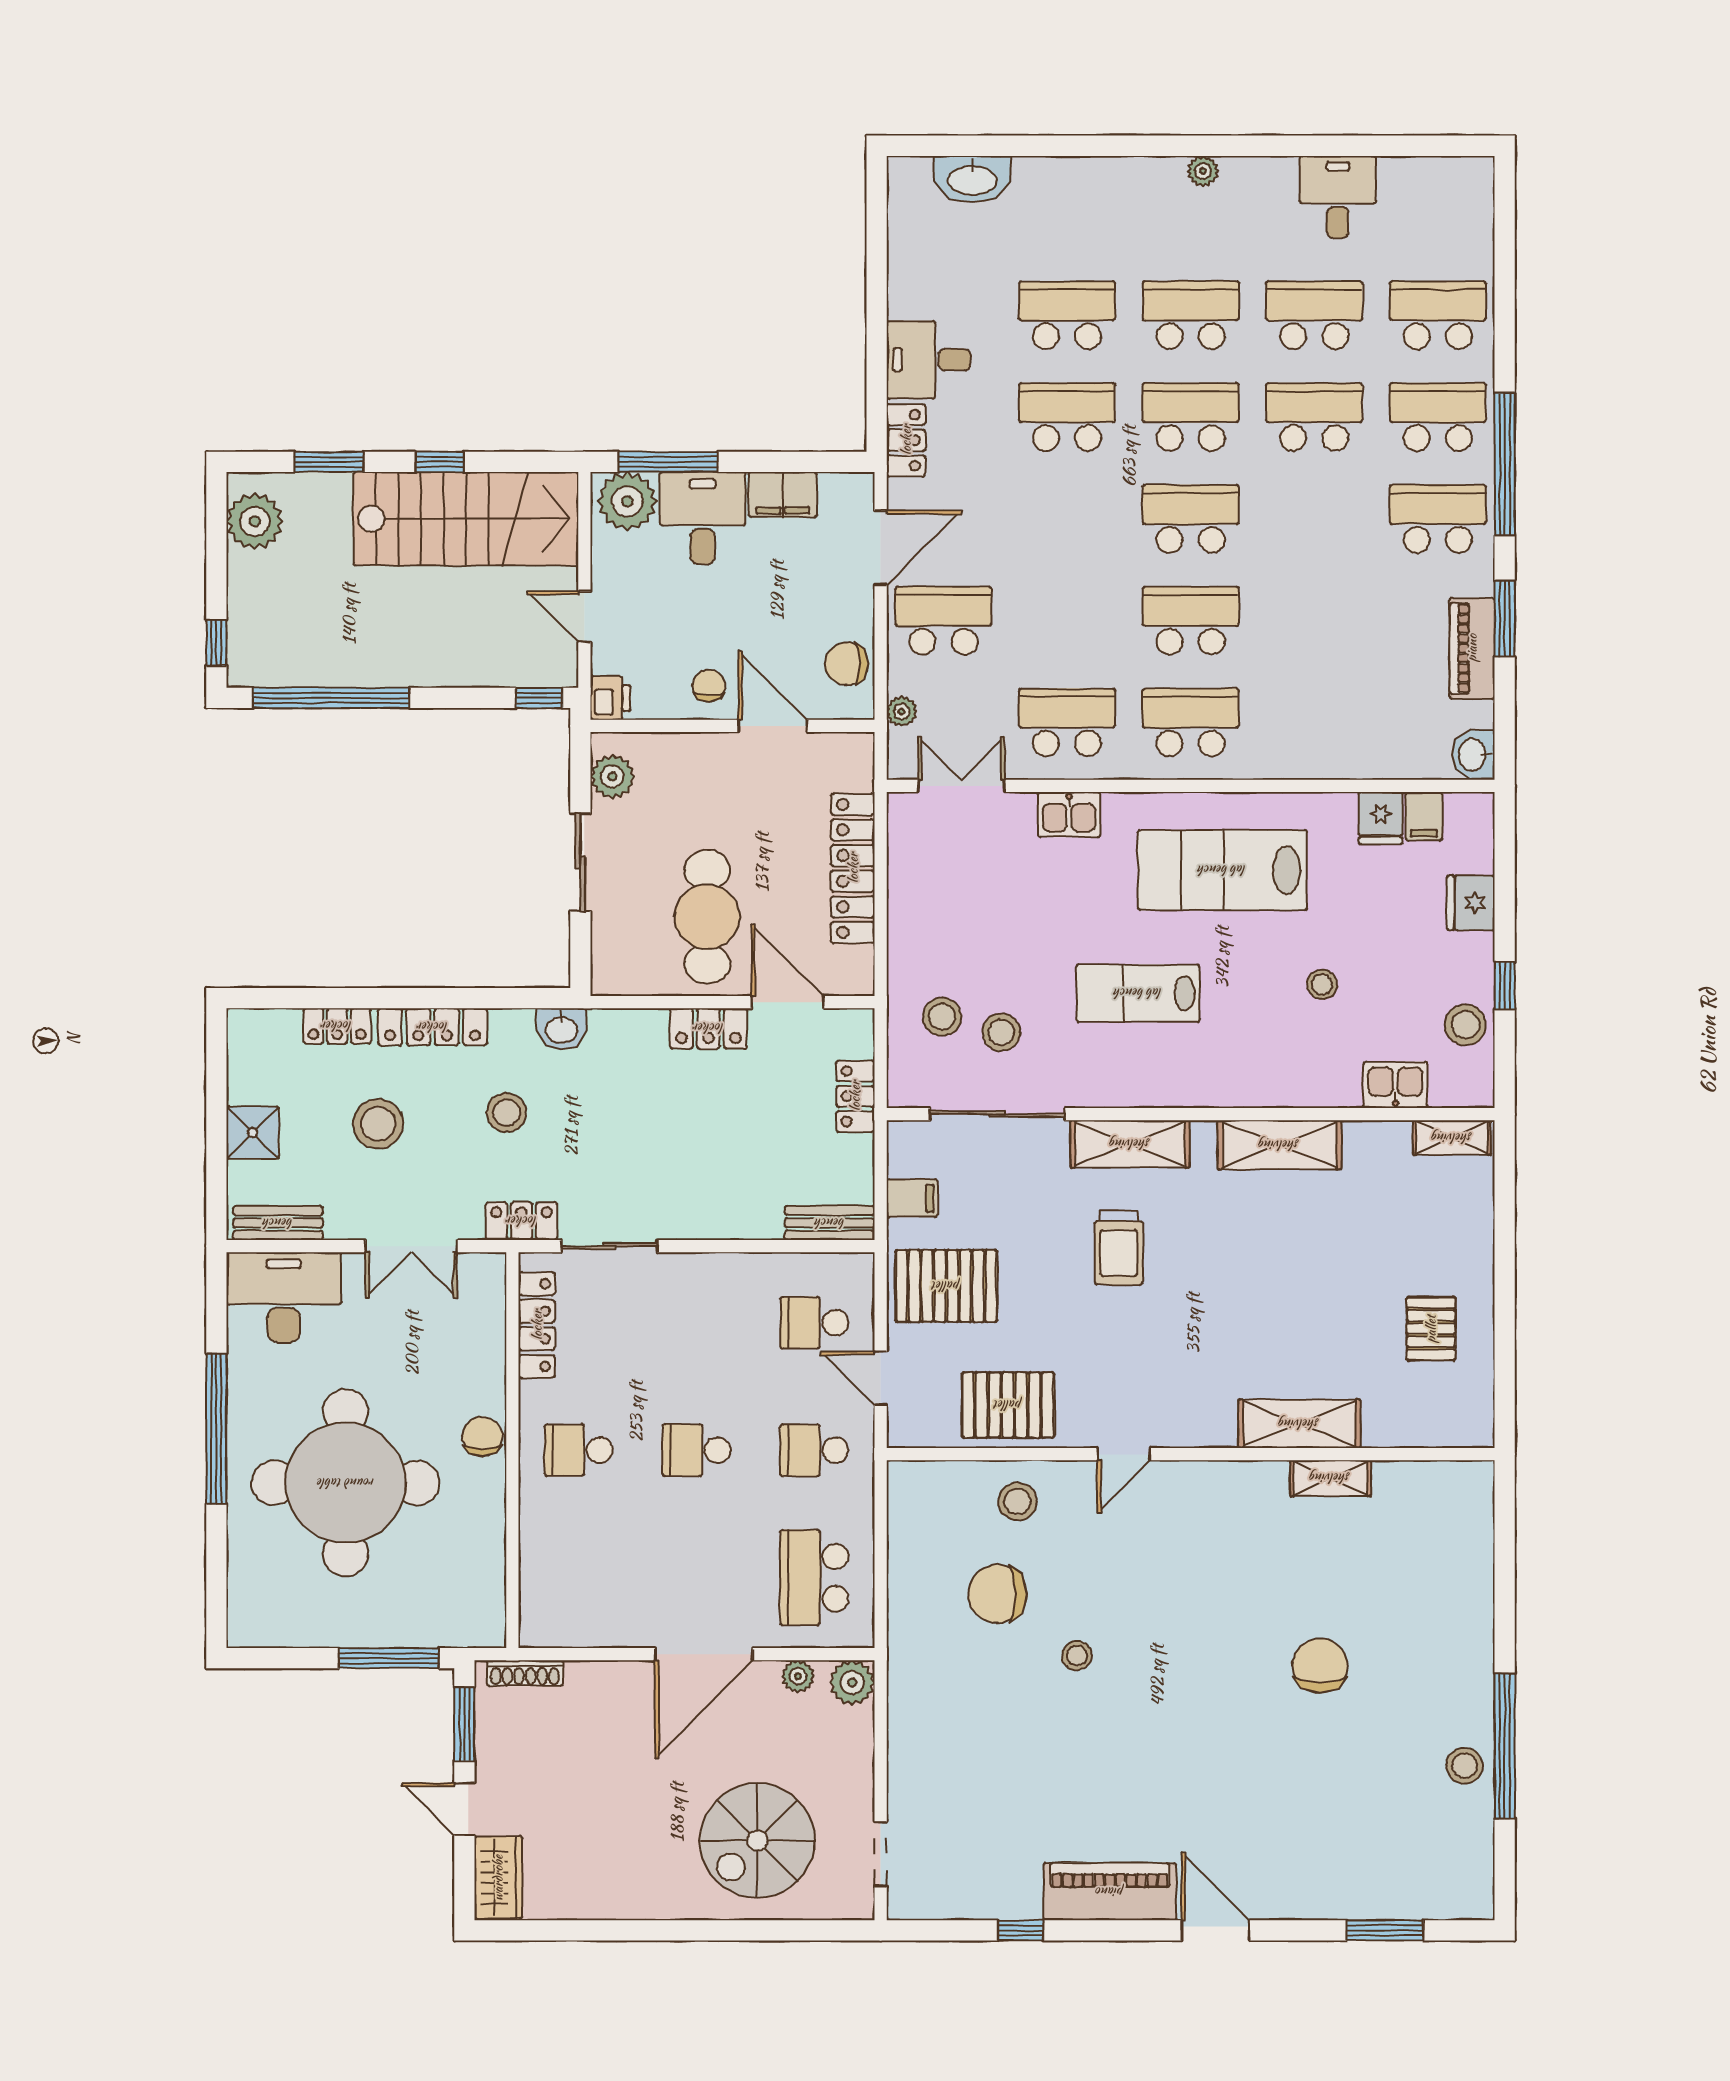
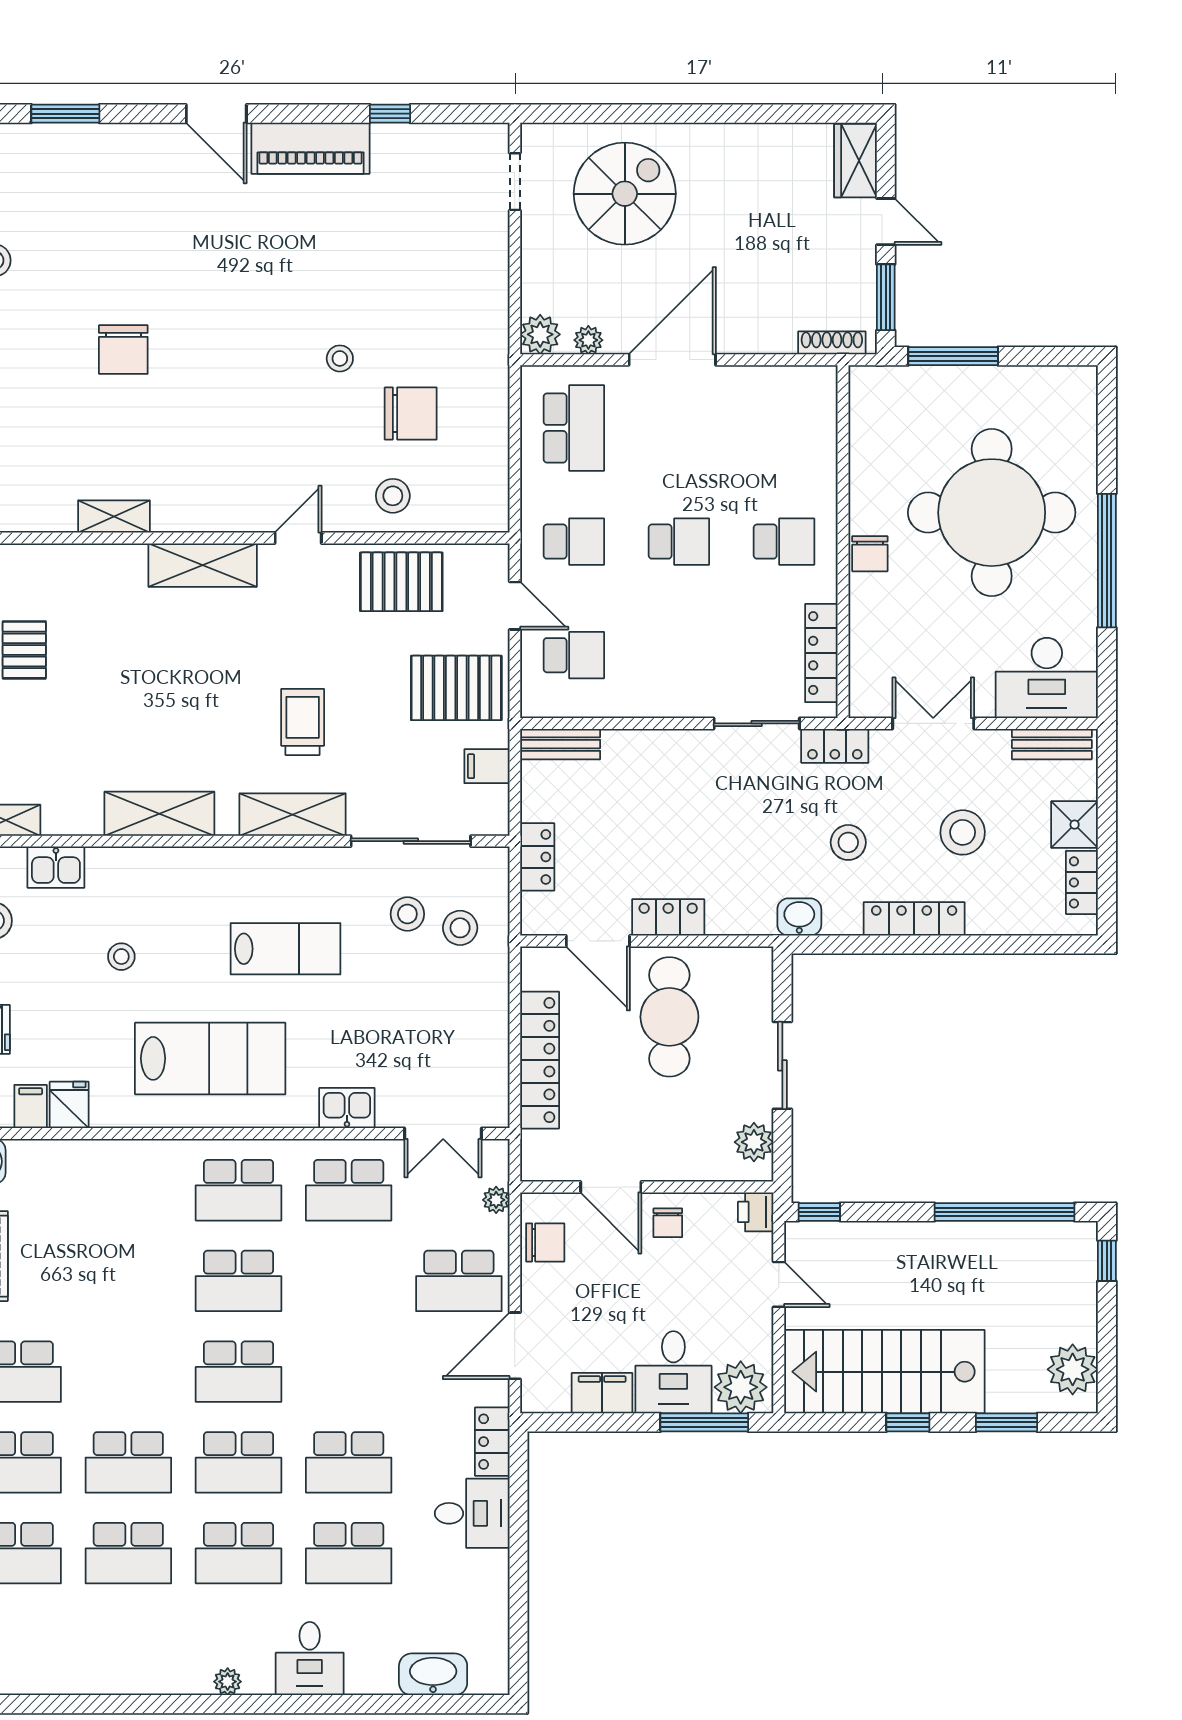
desk: (1338, 197) -> (310, 1659), moved
locker: (337, 1026) -> (1082, 882), moved, turned -90
shelving: (1299, 1424) -> (203, 565), moved

